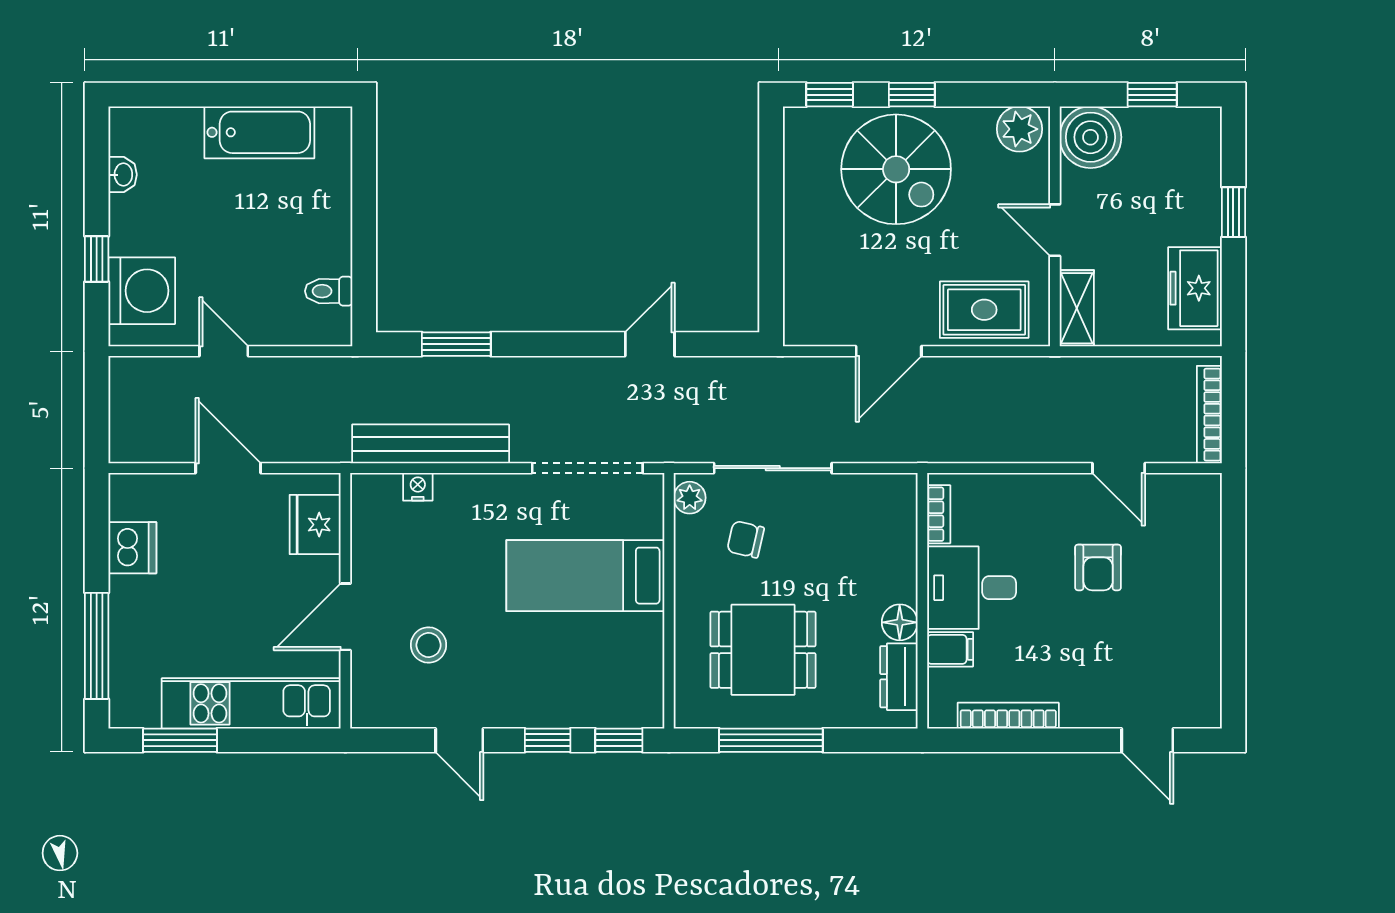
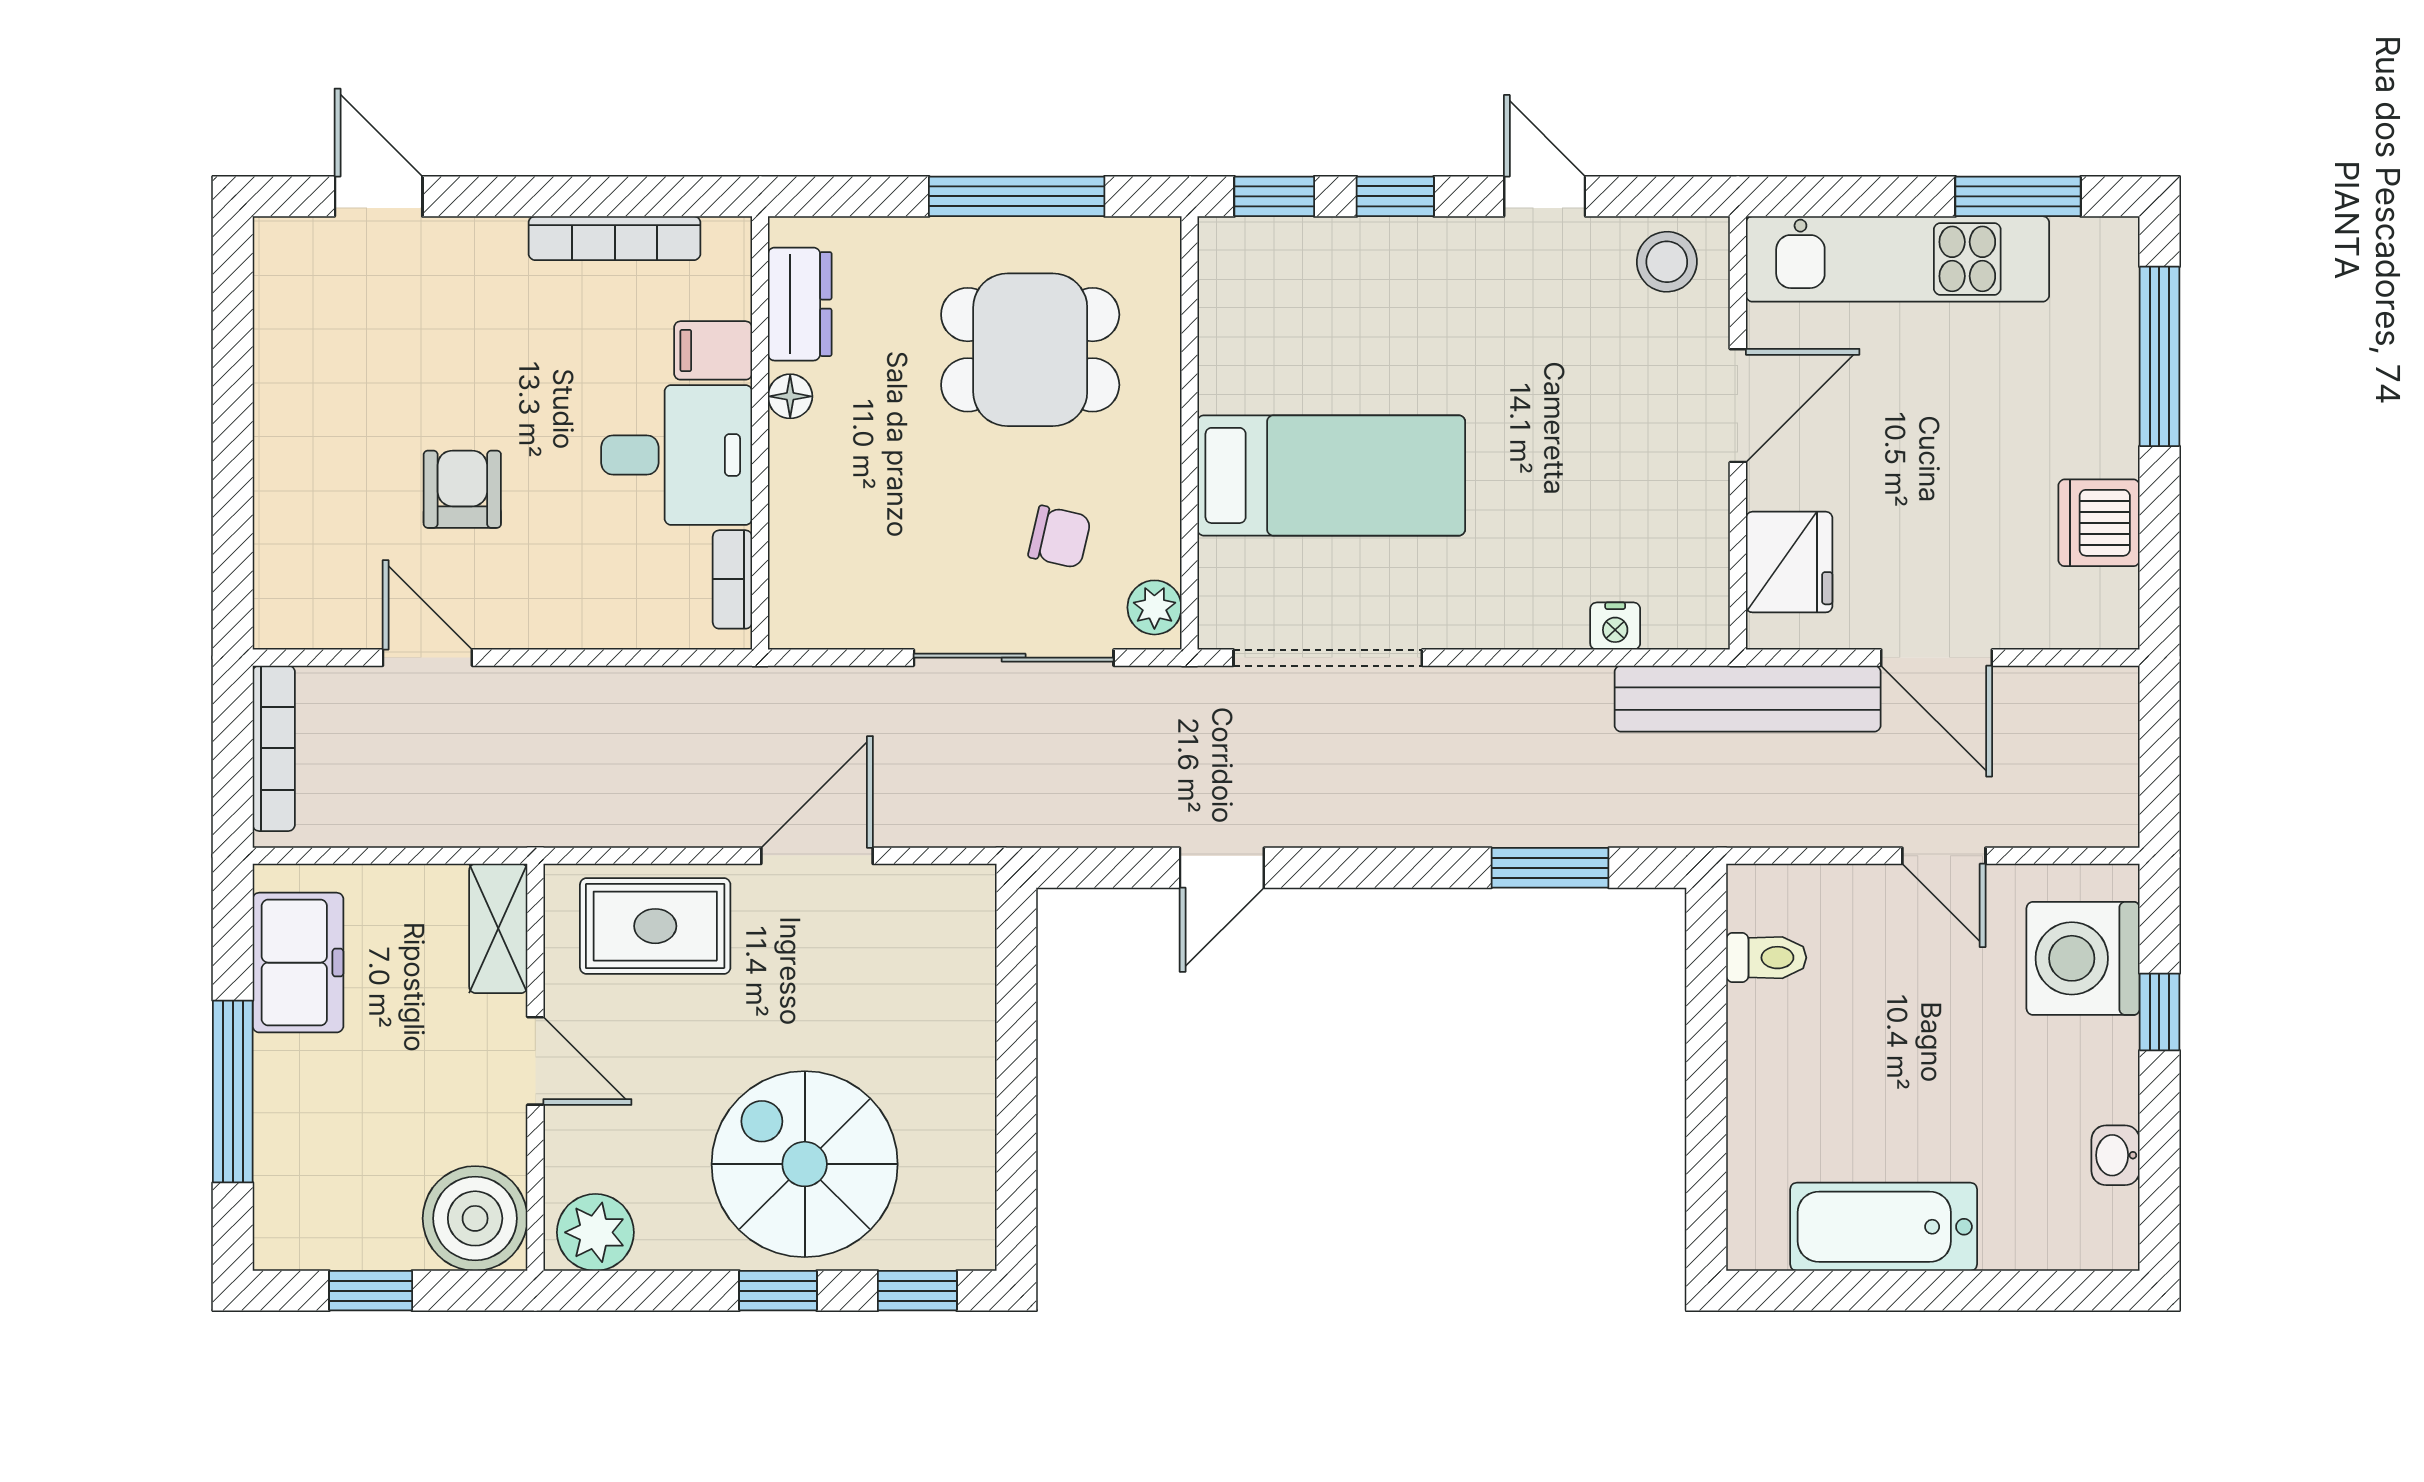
window: (1233, 212) -> (233, 1092), width x2.17
bench: (431, 444) -> (1748, 699), moved
floor lamp: (900, 622) -> (790, 396), width x0.73, depth x0.73
stool: (429, 645) -> (1667, 262), moved

